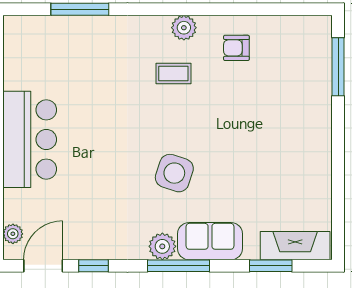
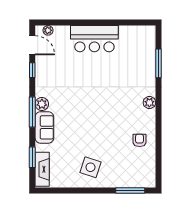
plant: (184, 28) -> (149, 102), moved
coffee table: (173, 73) -> (127, 109), removed
side table: (174, 173) -> (90, 167), moved

